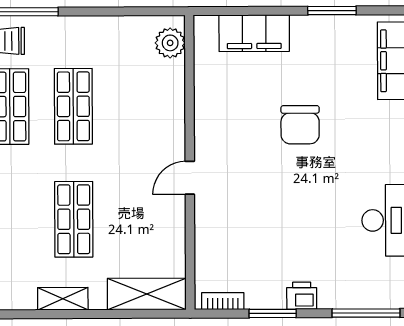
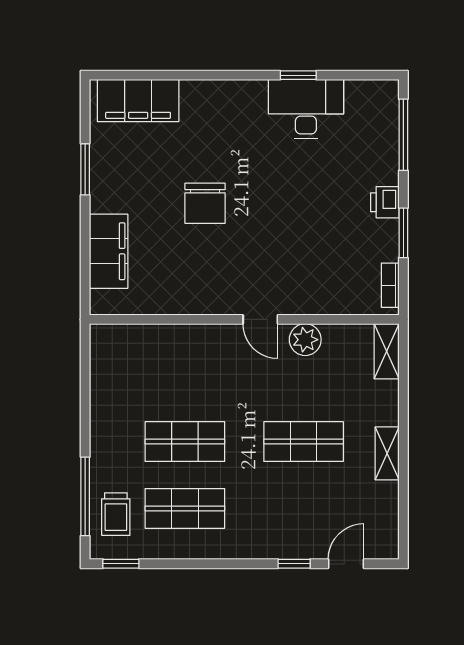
plant: (170, 43) -> (305, 340), moved
chair: (300, 125) -> (205, 203), turned 90
shelving: (147, 294) -> (387, 351), width x0.67, depth x0.75

